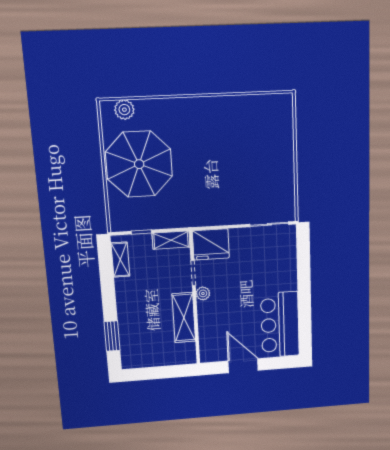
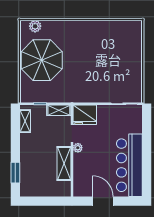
bar counter: (280, 325) -> (129, 165), width x1.36

